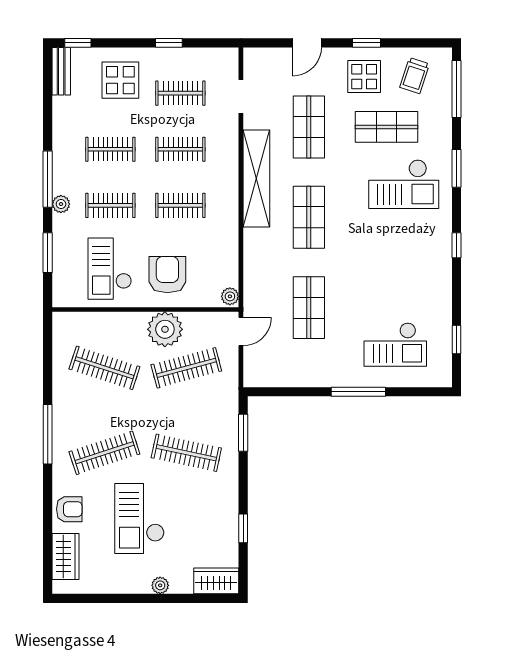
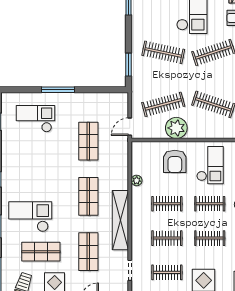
plant: (230, 296) -> (137, 180), moved

